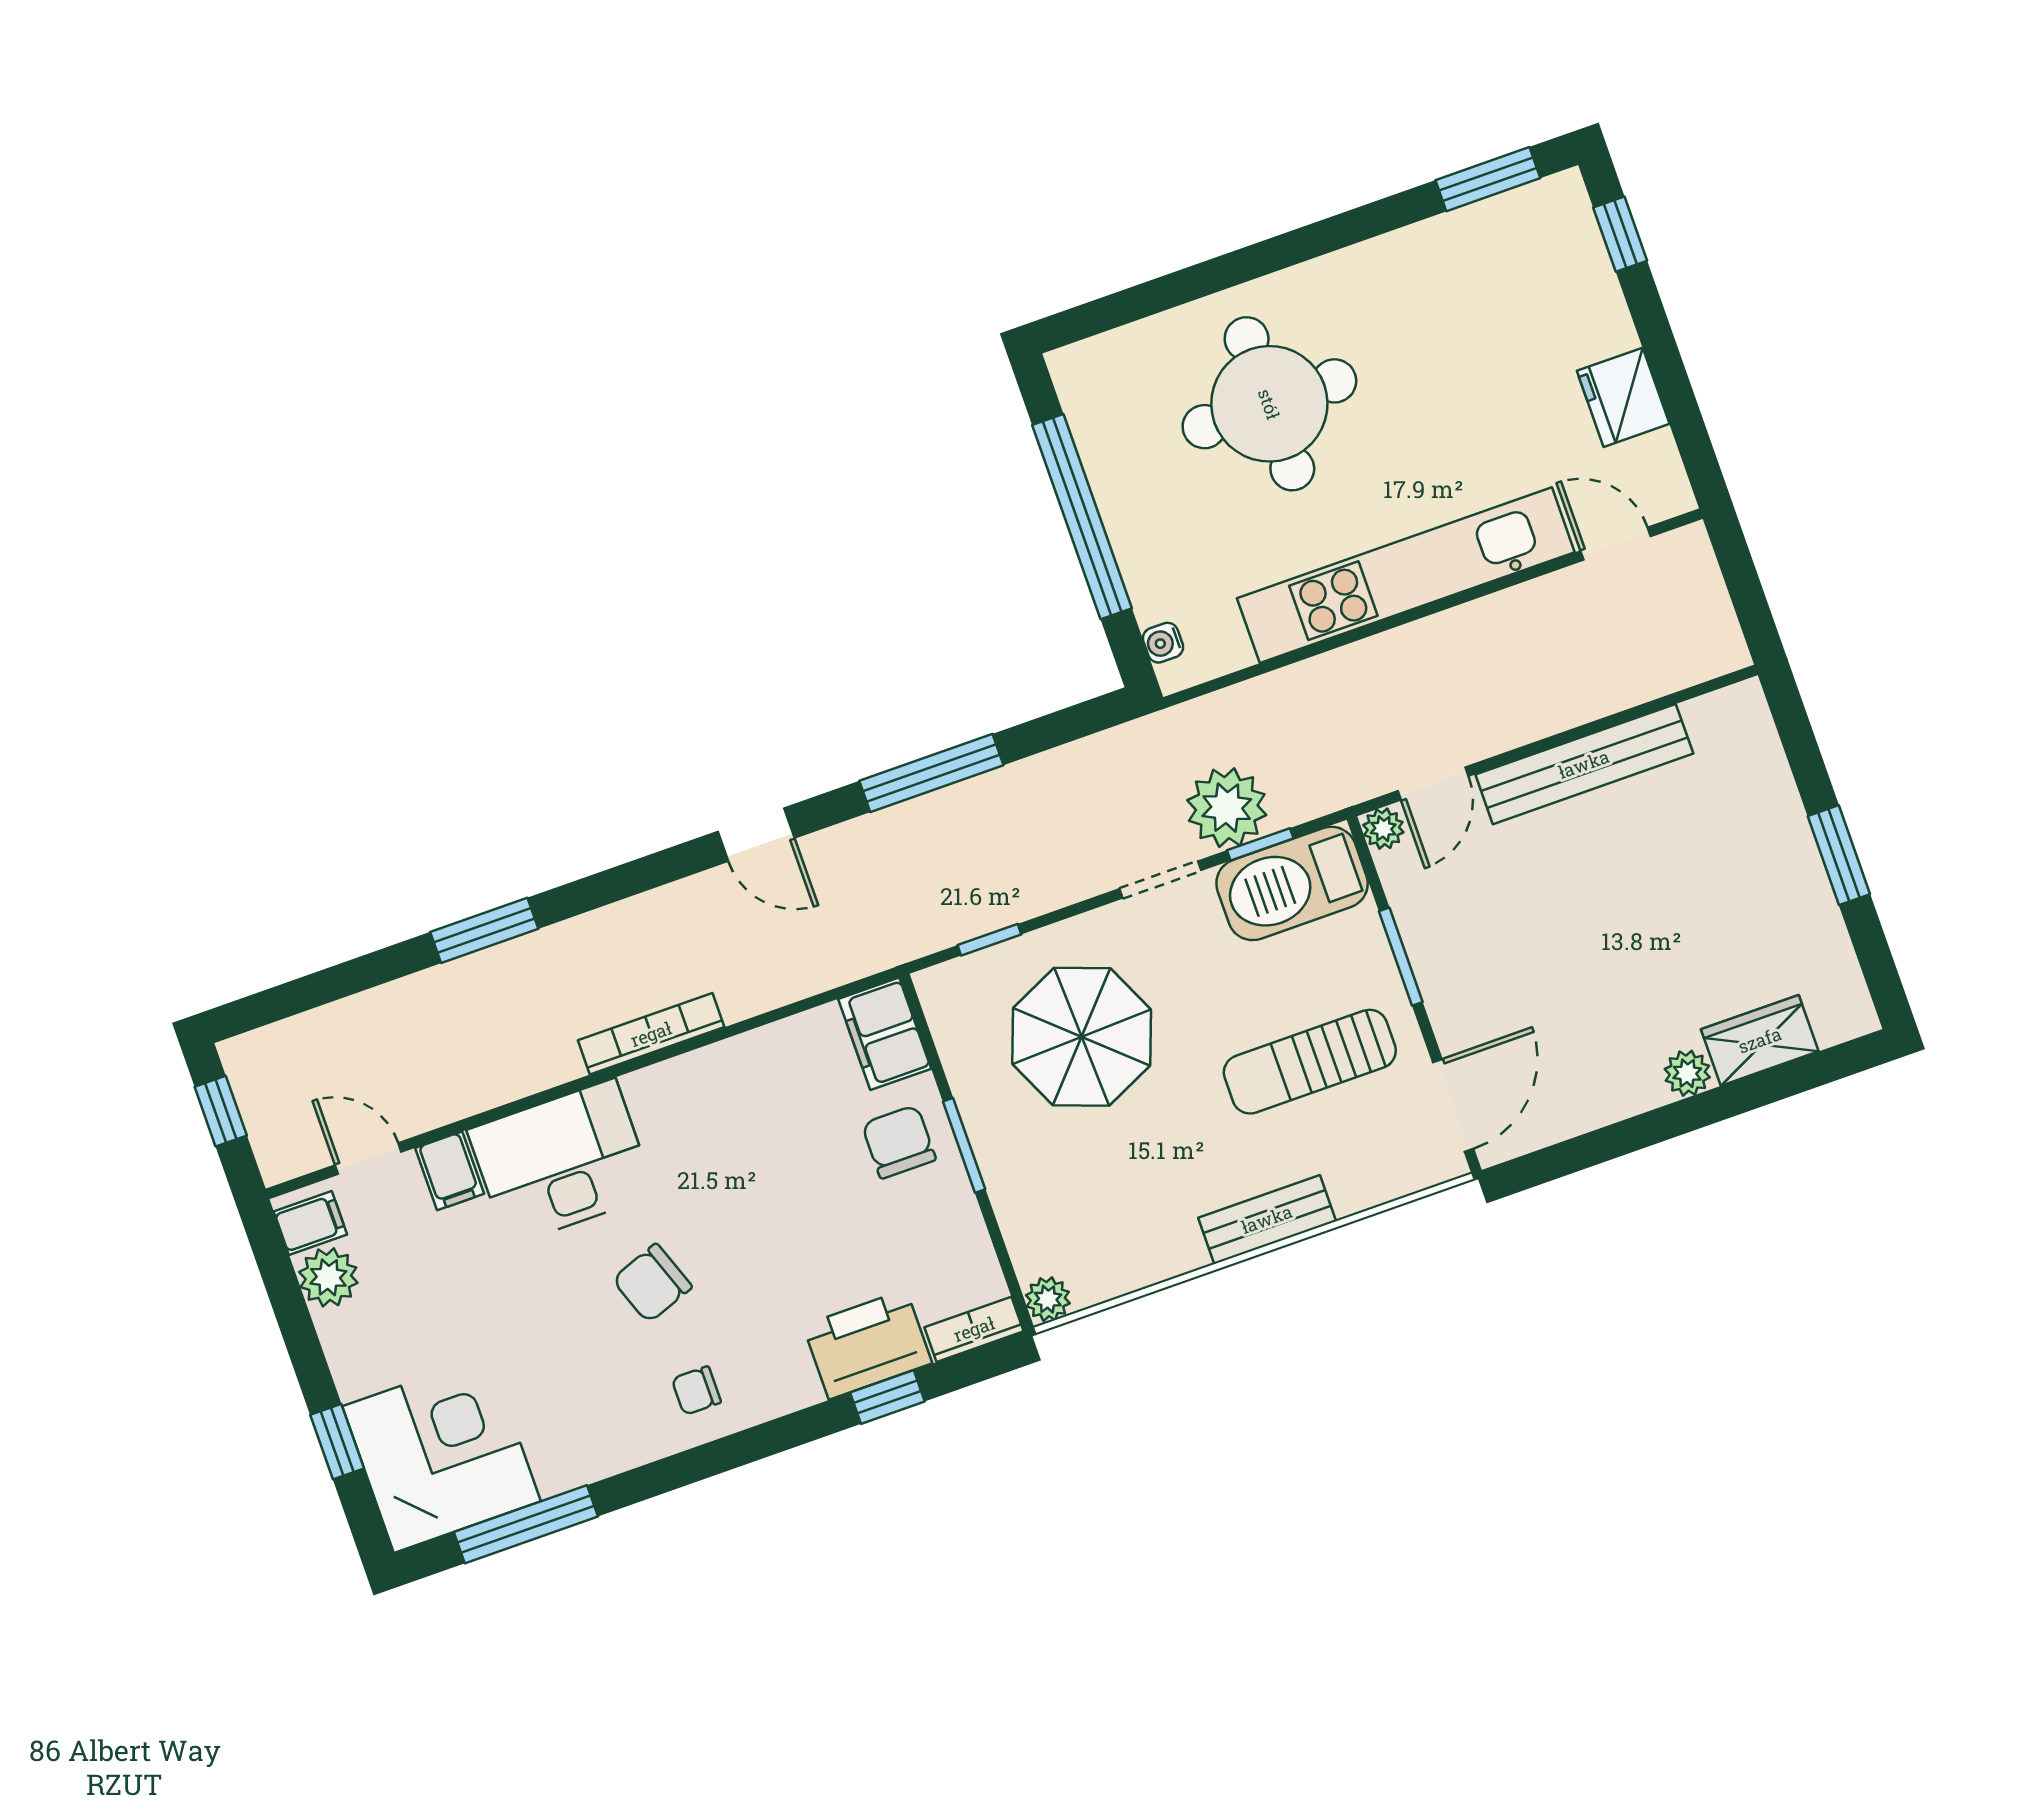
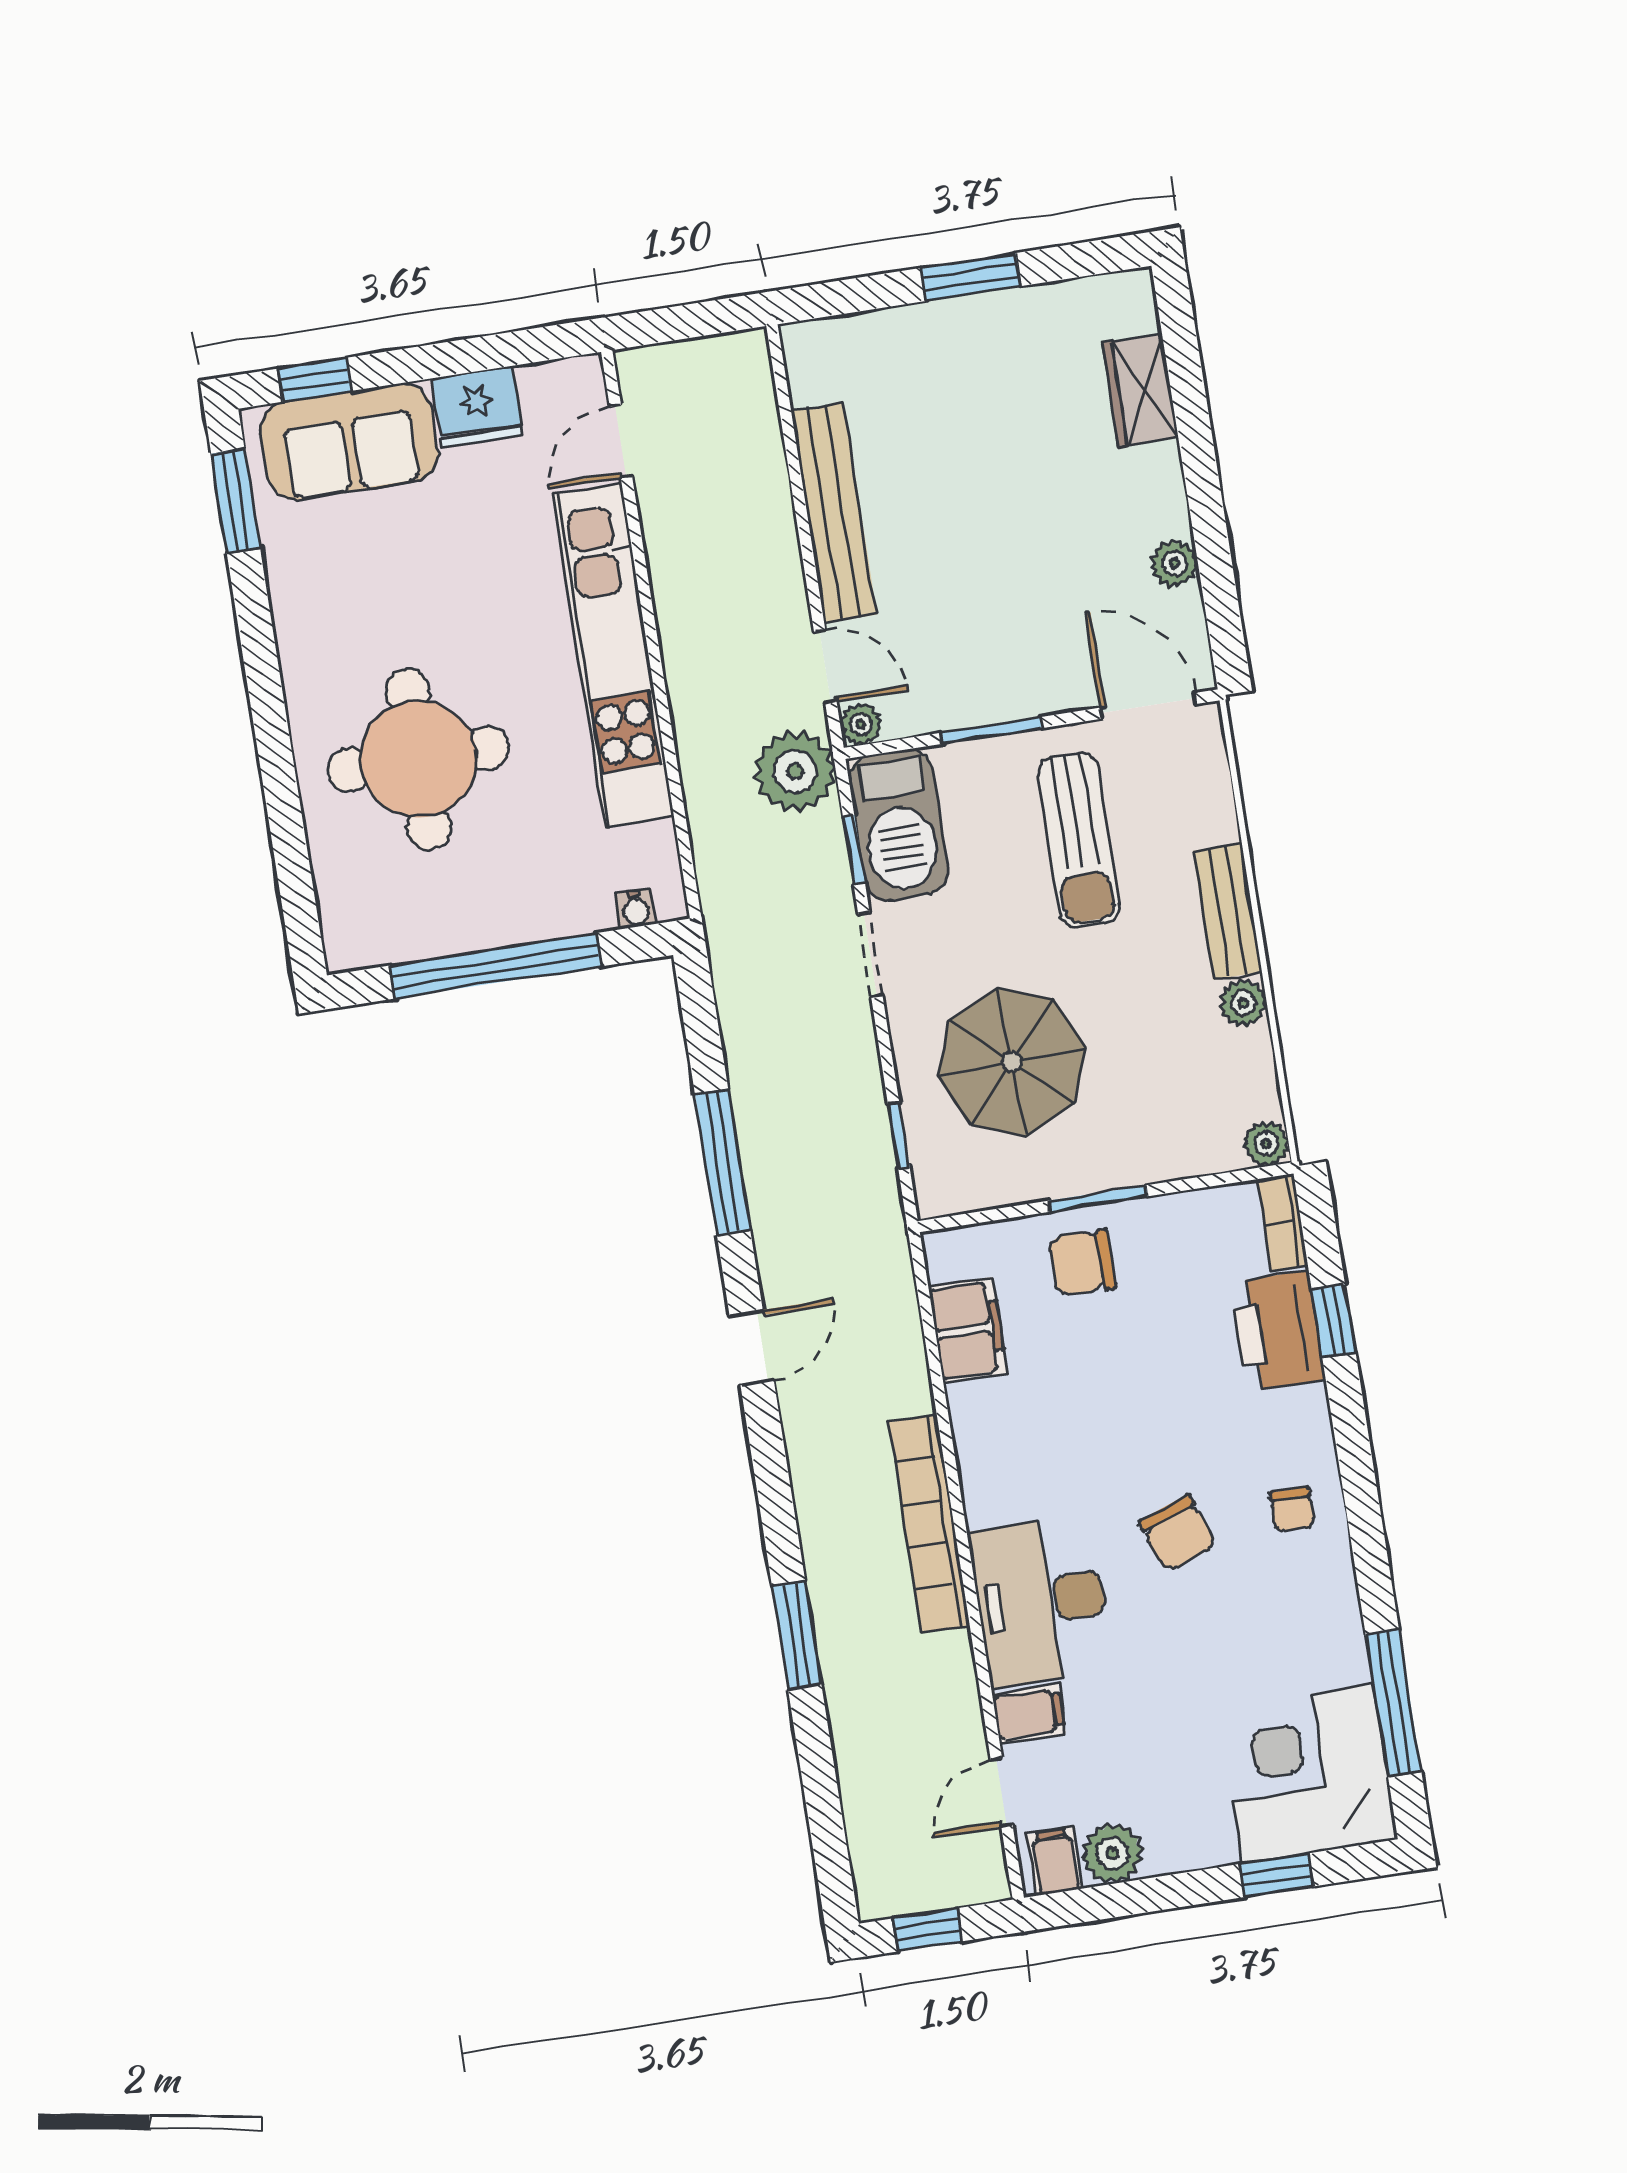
sofa: (1566, 279) -> (349, 442), added
plant: (1227, 808) -> (795, 771), moved
bookcase: (651, 1034) -> (929, 1524), width x1.48, depth x1.31
filing cabinet: (885, 1034) -> (968, 1330), moved, turned -90
plant: (1687, 1073) -> (1175, 563), moved
plant: (1181, 1251) -> (1243, 1003), added

